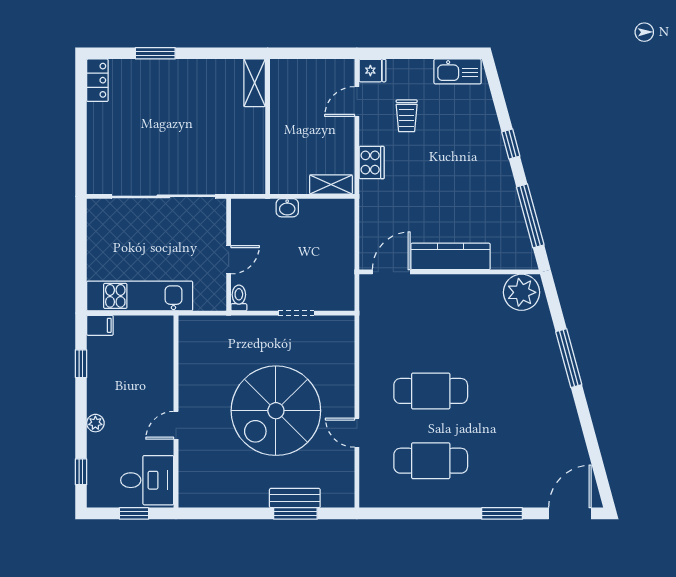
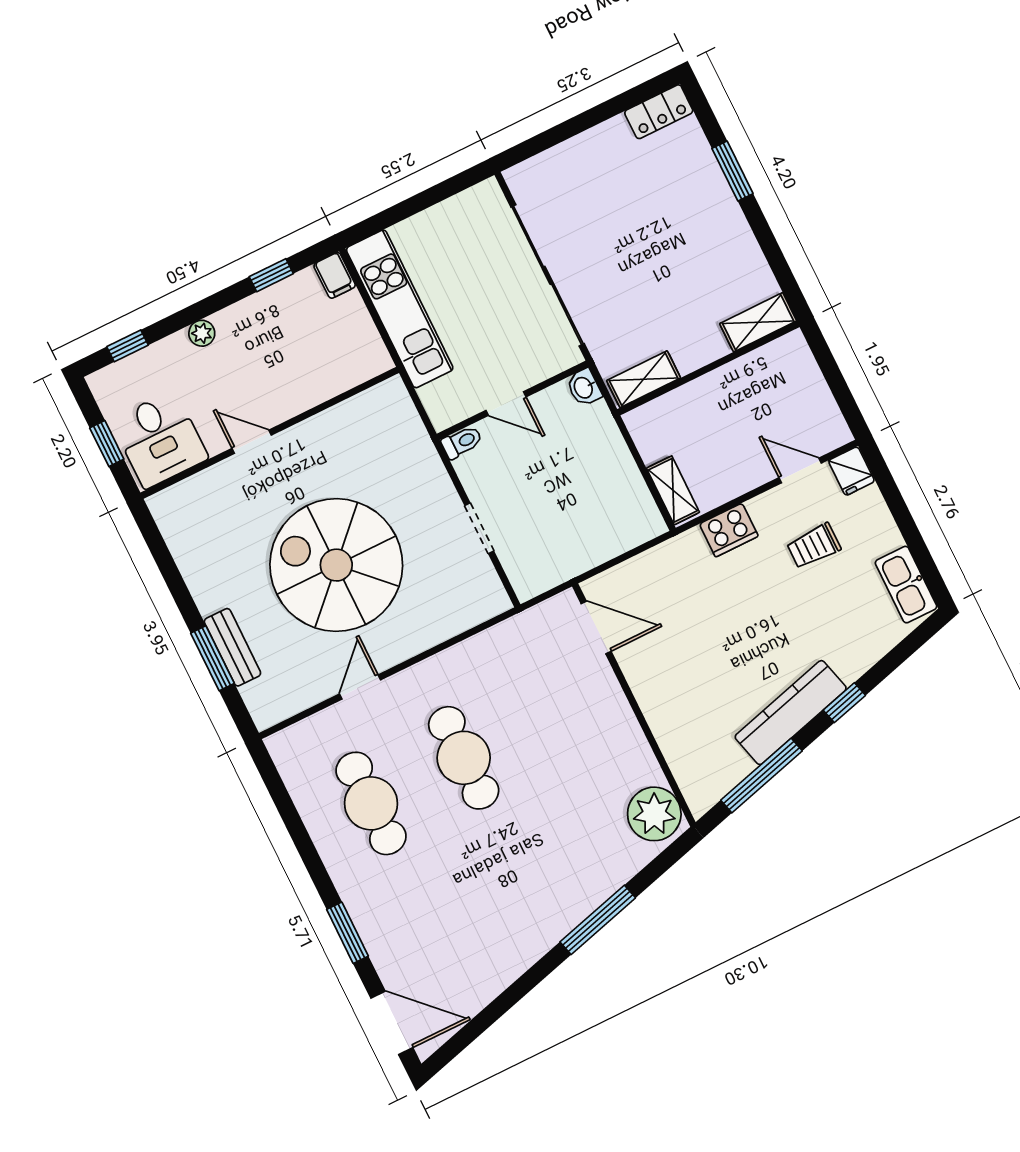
shelving: (255, 169) -> (644, 379), added
washbasin: (287, 208) -> (584, 387), moved
kitchen counter: (451, 256) -> (791, 713), moved, turned -105

